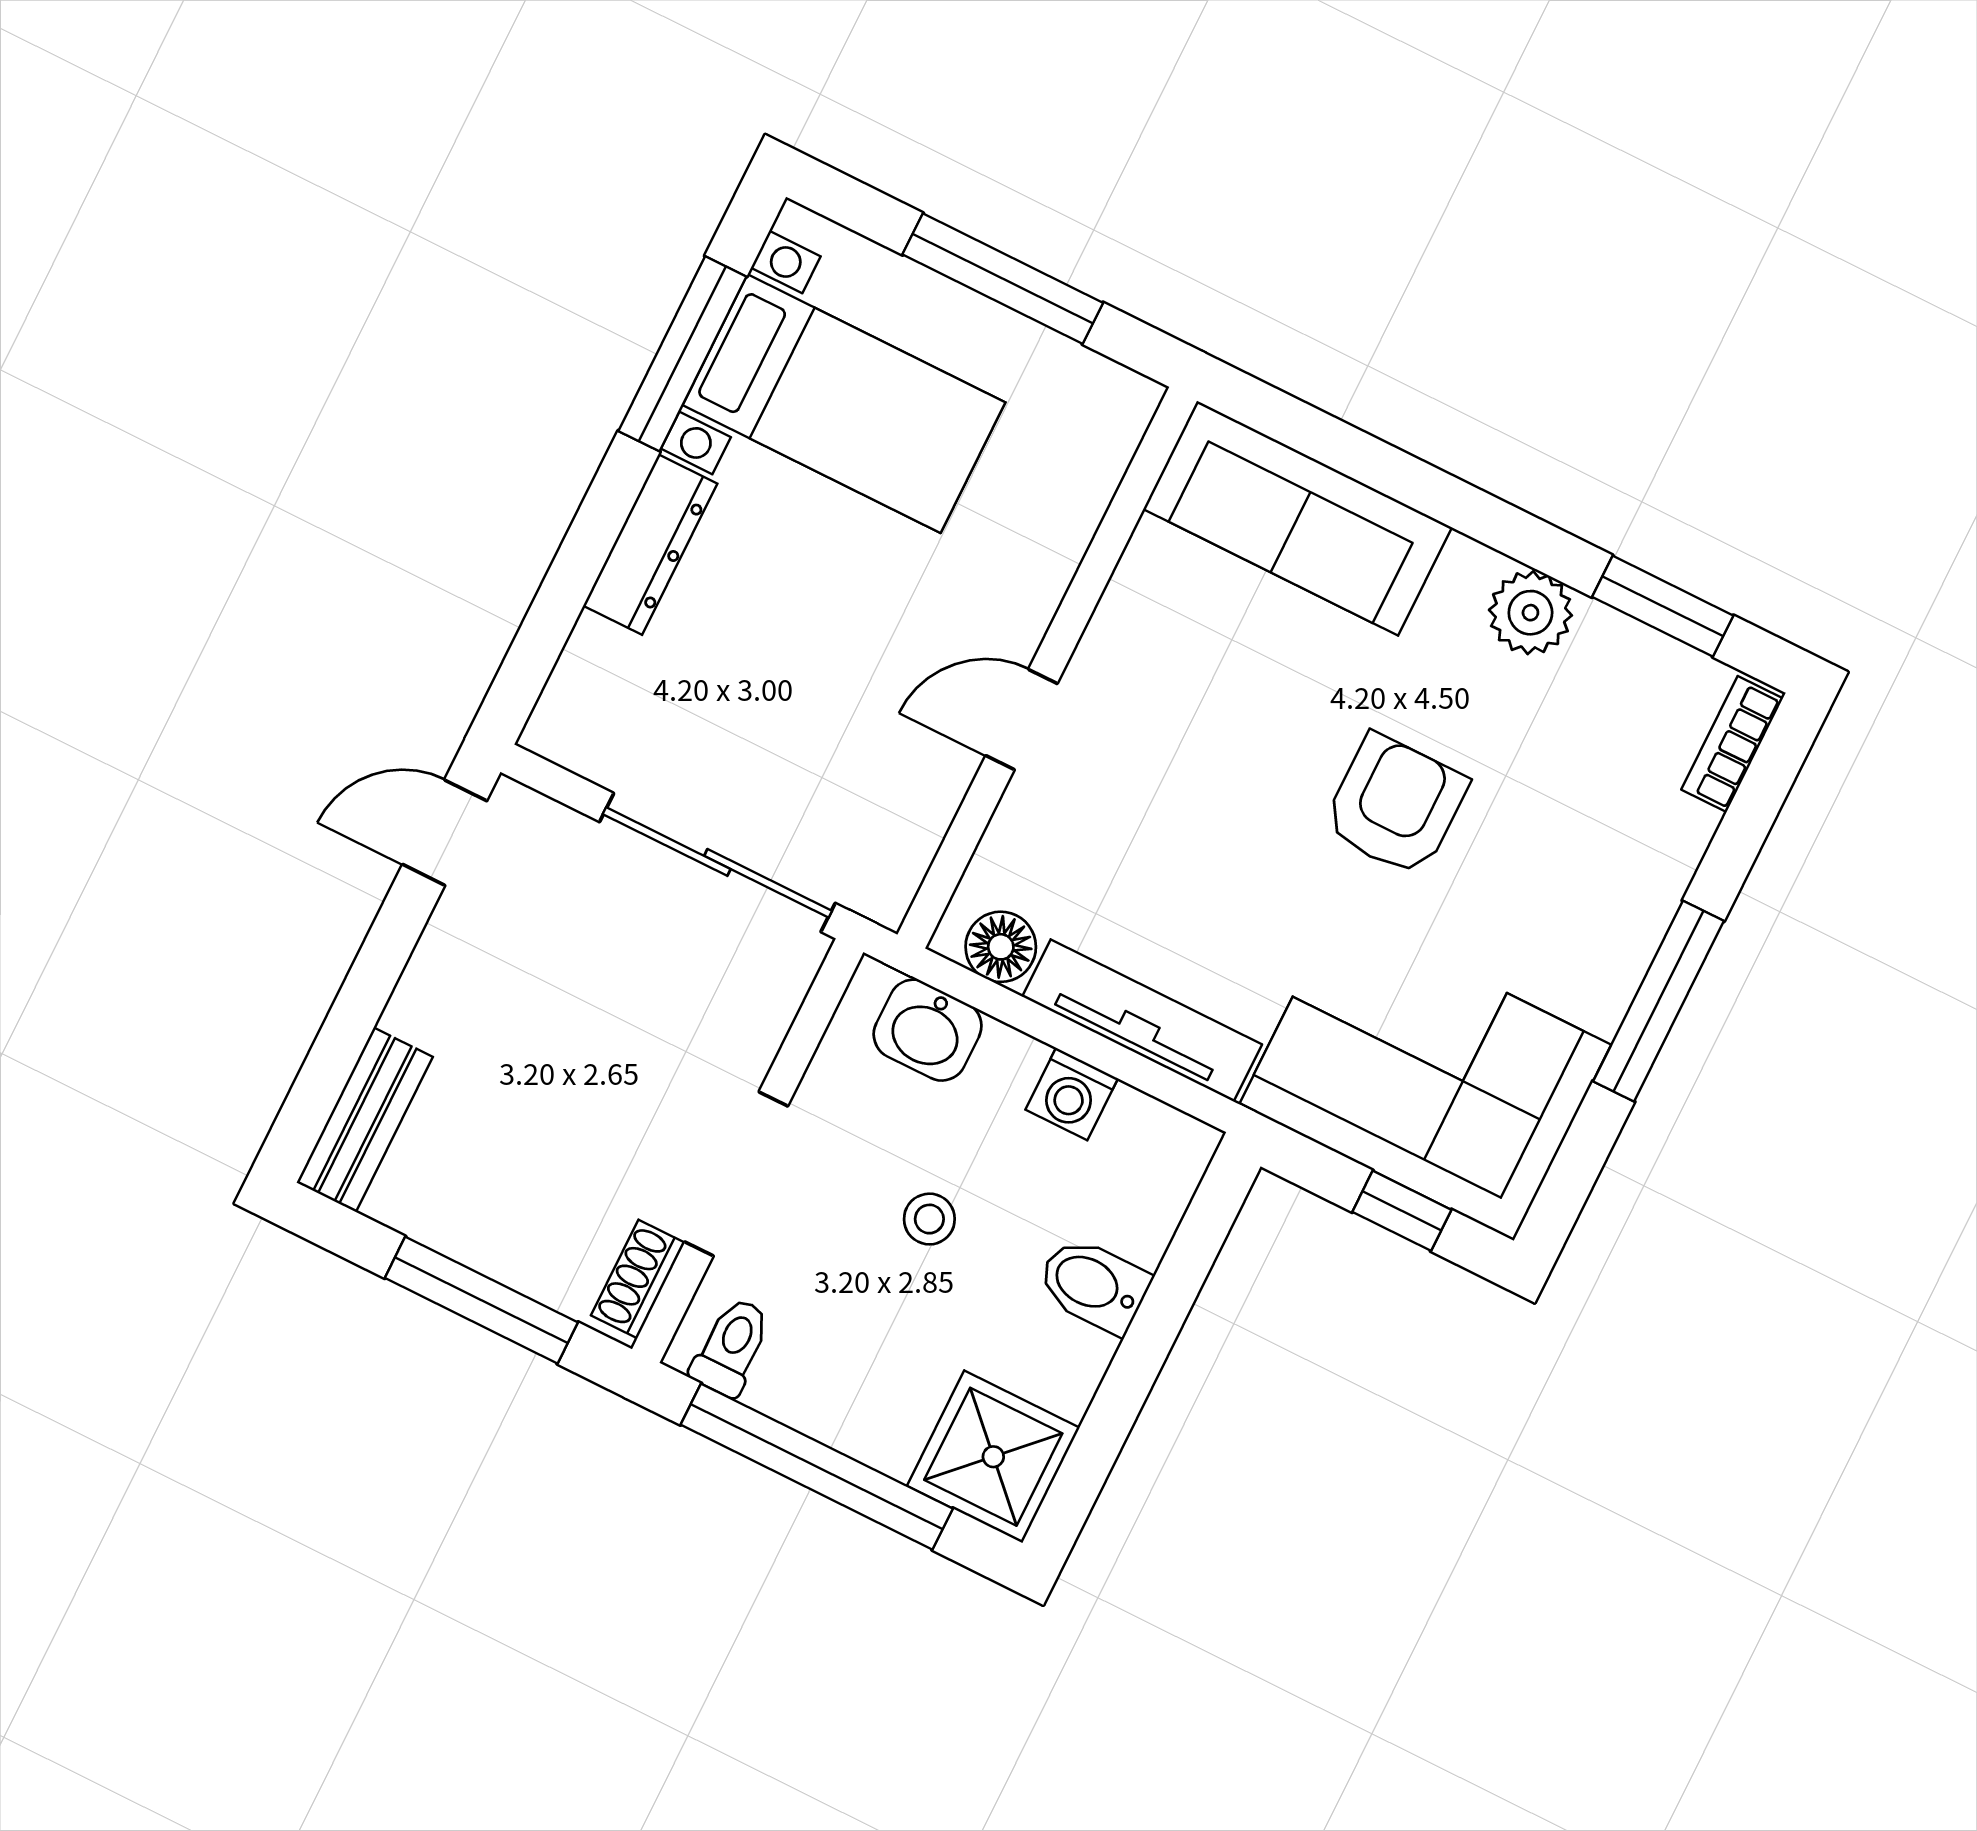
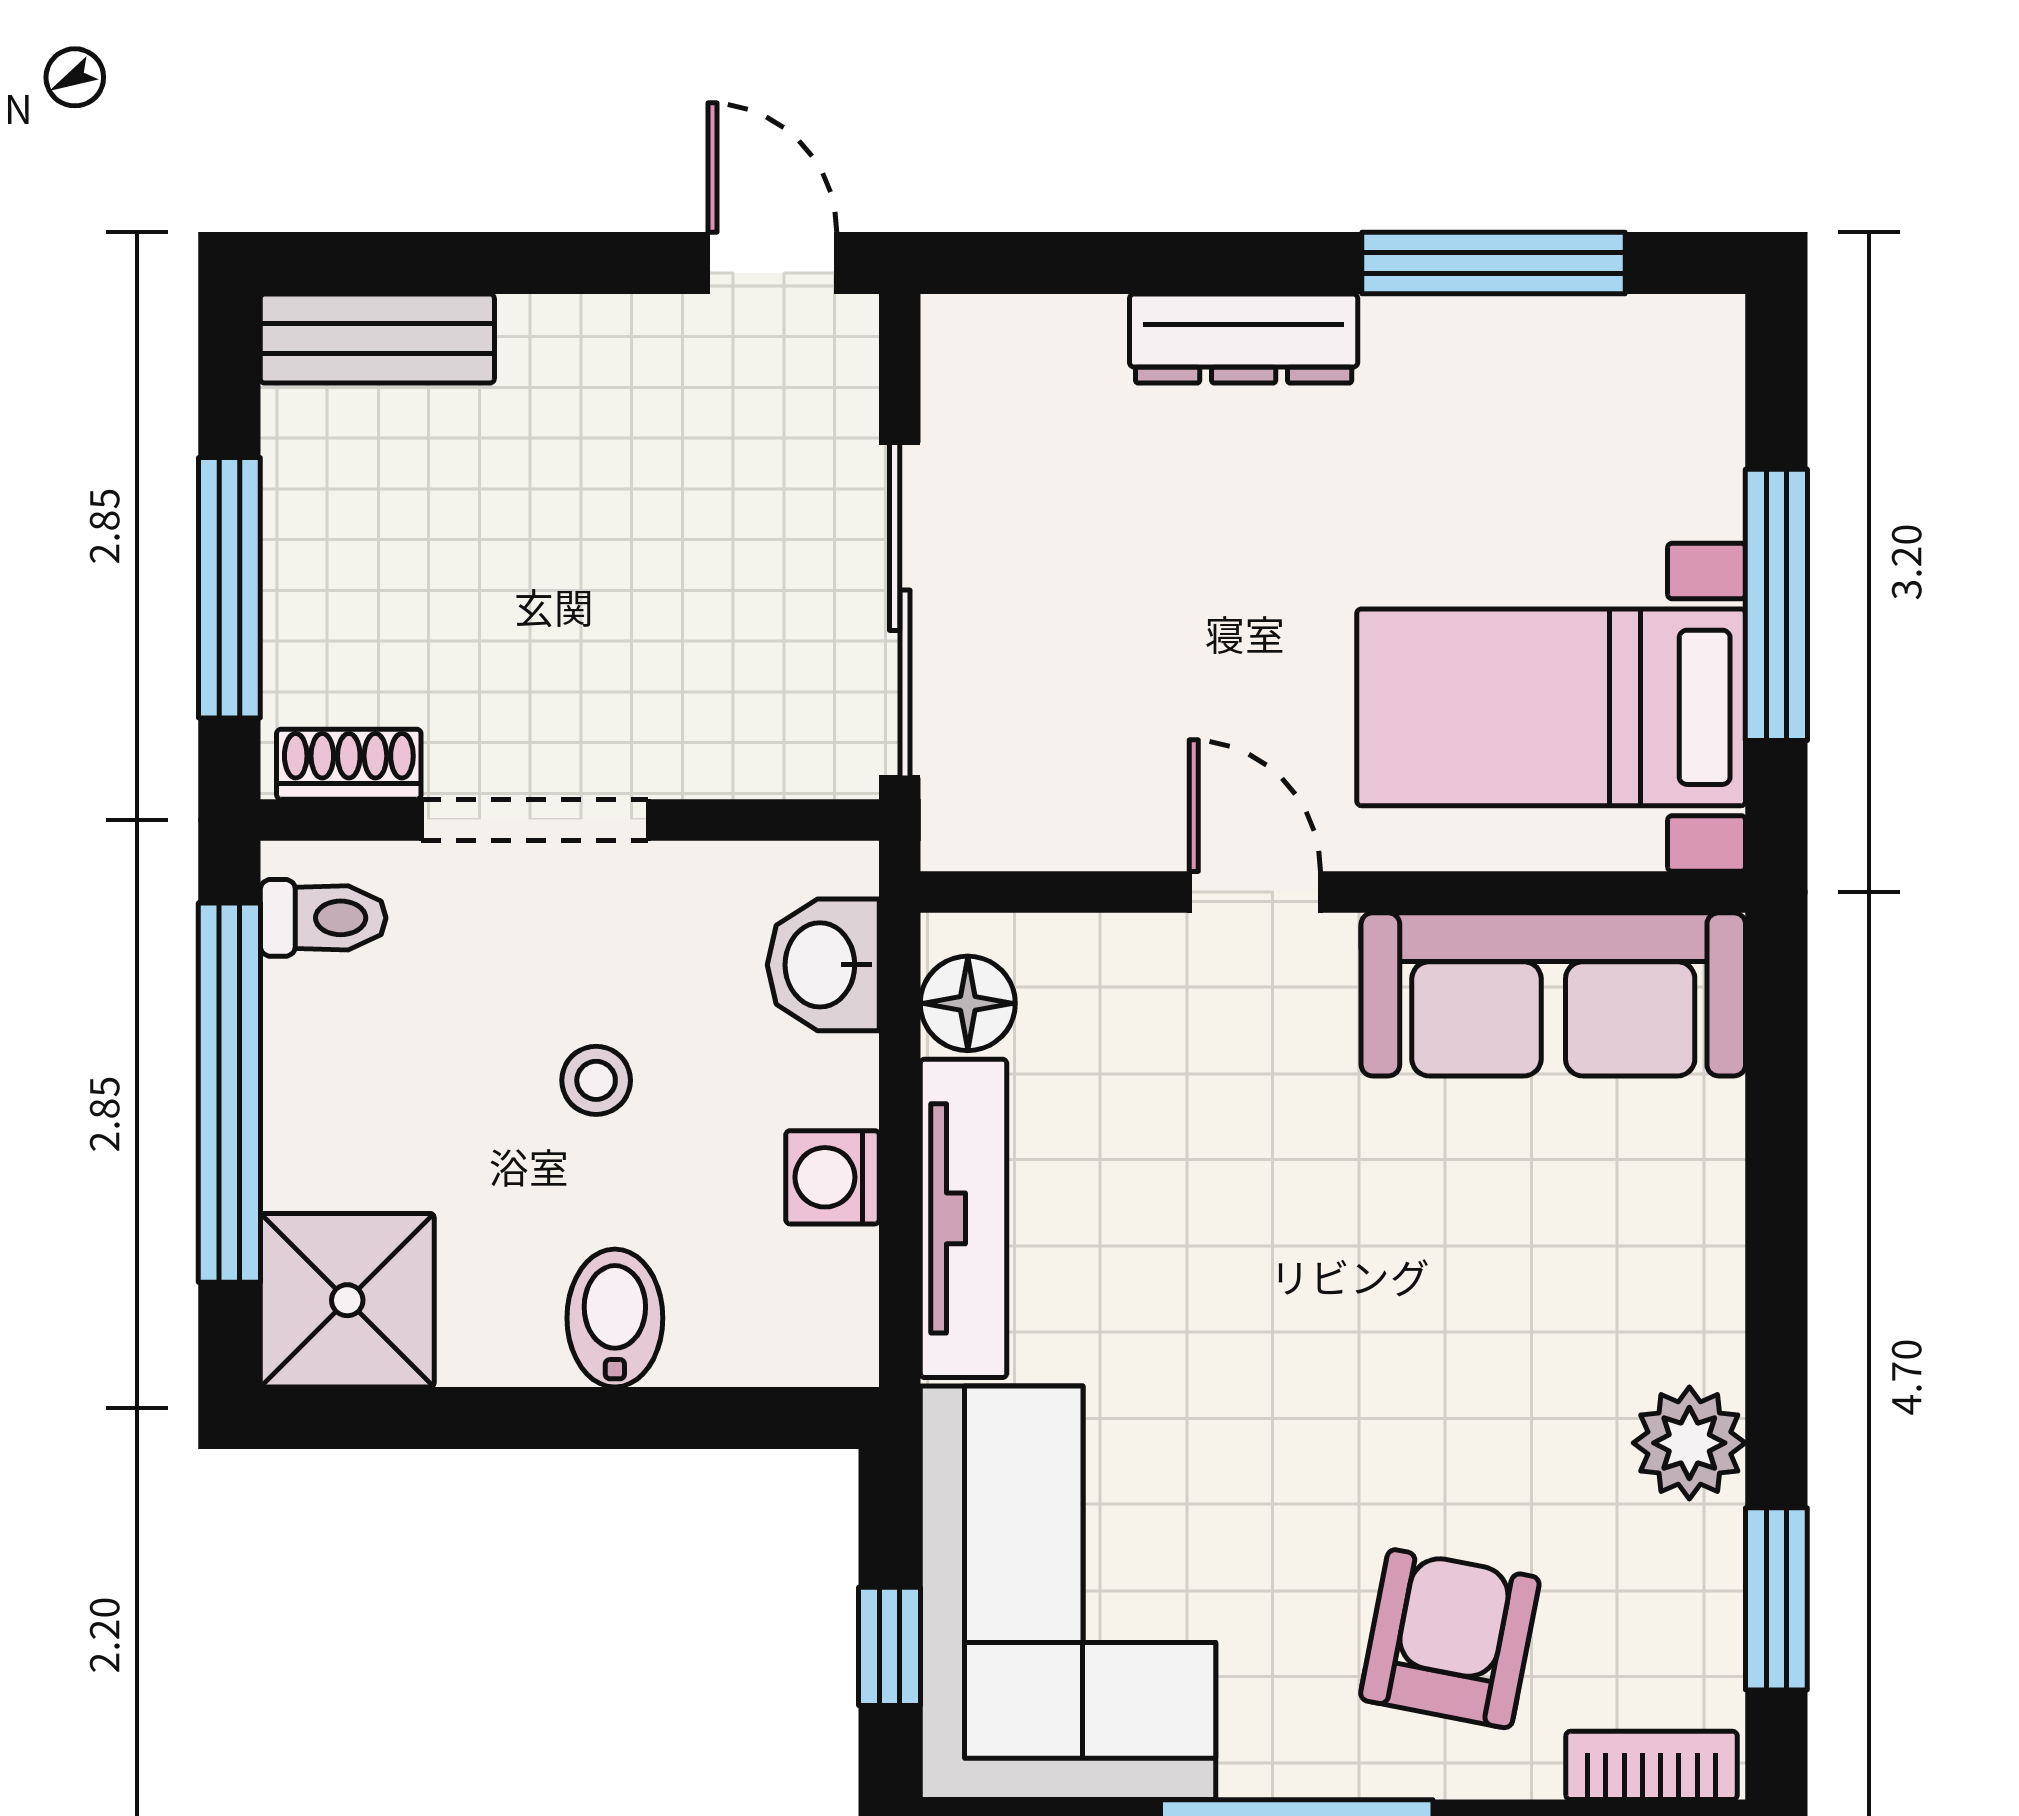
bed with nightstands: (844, 404) -> (1551, 707), moved, turned 90
sofa: (1298, 518) -> (1553, 994), moved, turned -90
armchair: (1395, 805) -> (1450, 1639), moved, turned -79

